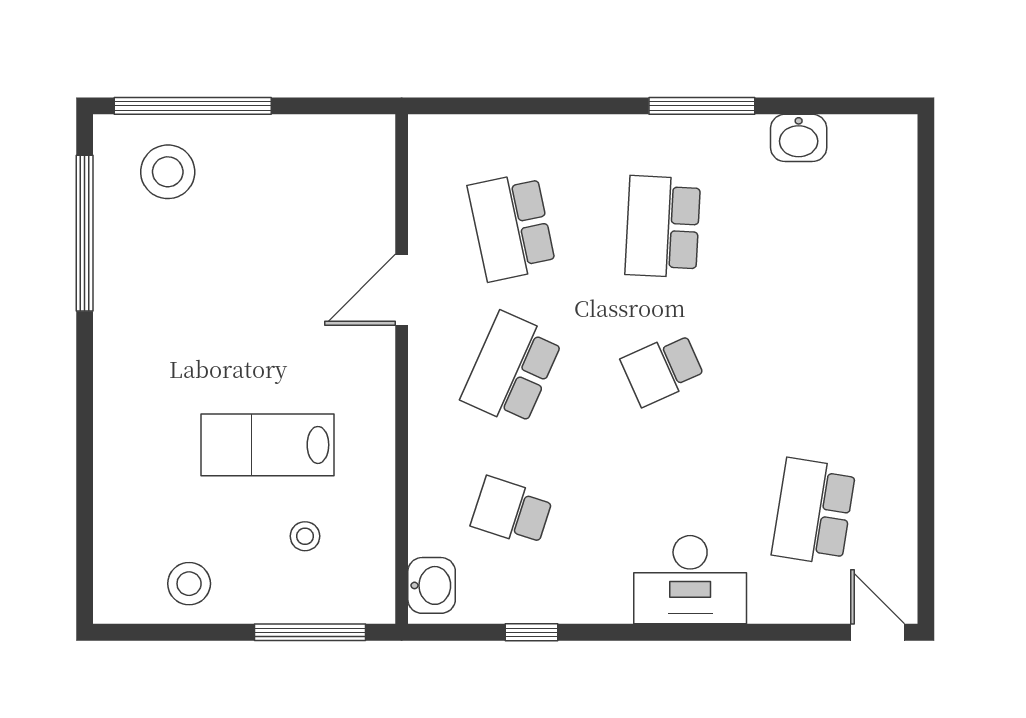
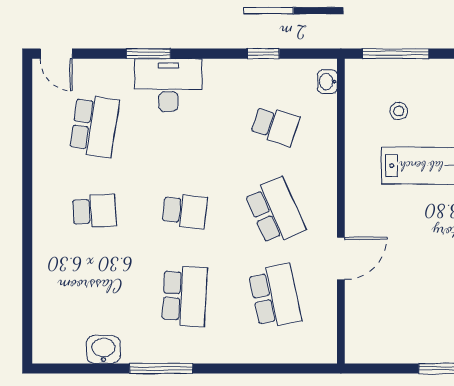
school desk: (512, 369) -> (275, 211), turned -48
school desk: (663, 369) -> (185, 211), turned 30
school desk: (814, 369) -> (94, 211), added
washbasin: (432, 585) -> (327, 82), width x0.72, depth x0.69
window: (723, 632) -> (148, 54), added

